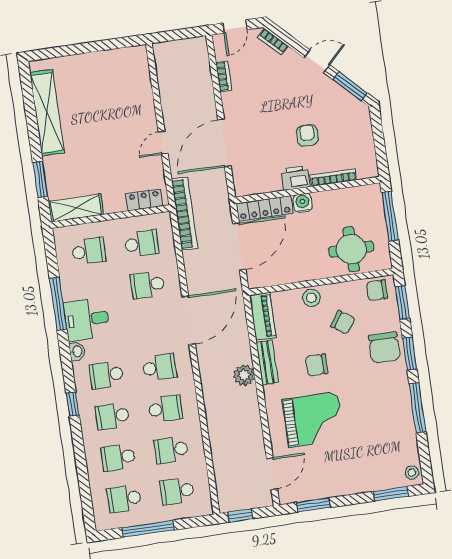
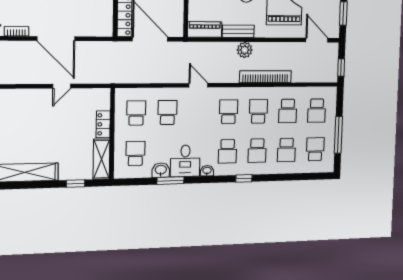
door: (163, 143) -> (62, 86), hinge flipped
door: (224, 143) -> (56, 39), moved
window: (40, 179) -> (75, 183), width x0.67
locker: (144, 200) -> (103, 124), moved
bookcase: (184, 214) -> (265, 77), moved
school desk: (147, 285) -> (167, 113), turned 180
washbasin: (71, 289) -> (161, 170), added
window: (58, 304) -> (170, 181), width x0.69
door: (189, 320) -> (198, 85), width x0.53
school desk: (124, 499) -> (315, 149), turned 180

